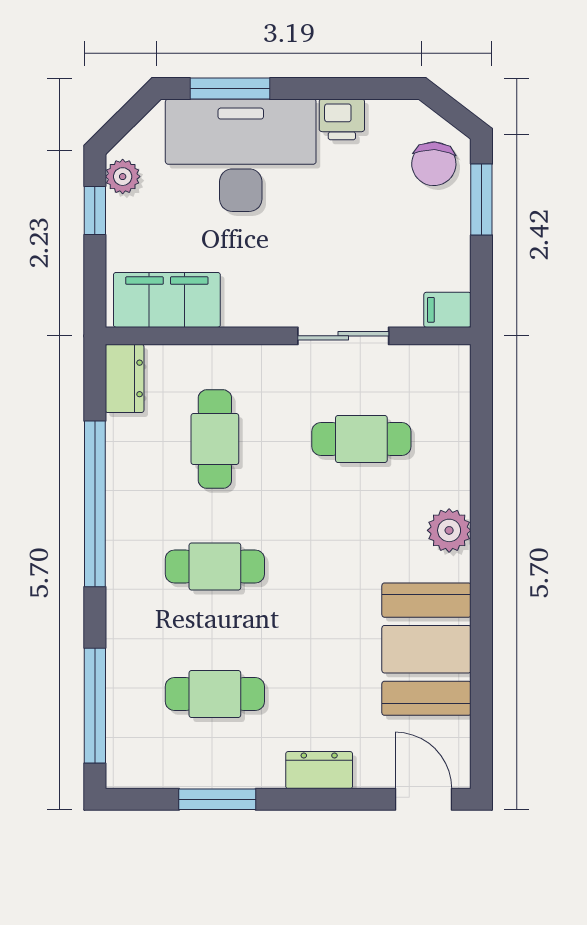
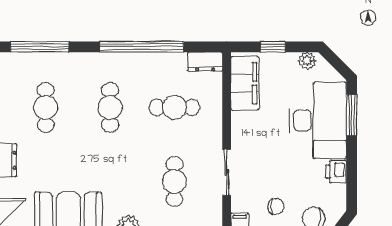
window: (95, 211) -> (273, 47), moved
chair: (411, 239) -> (276, 206), added

